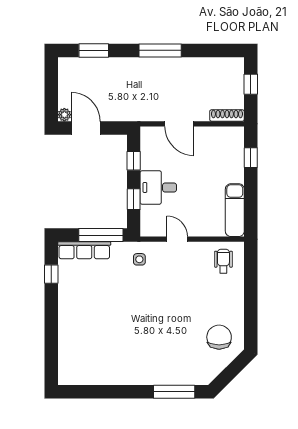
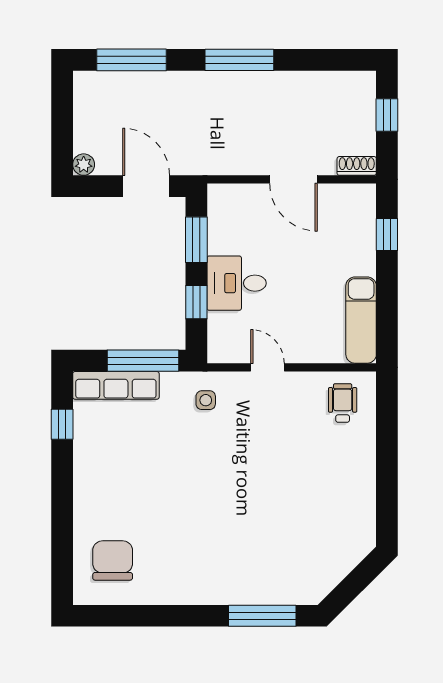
window: (94, 50) -> (132, 60), width x1.44
shoe rack: (227, 115) -> (357, 166), width x0.70
door: (179, 124) -> (293, 179), moved
door: (86, 128) -> (146, 186), moved
window: (134, 161) -> (196, 240), width x1.50
chair: (219, 337) -> (113, 560), moved

